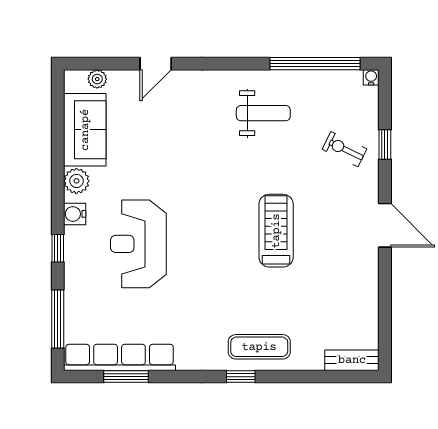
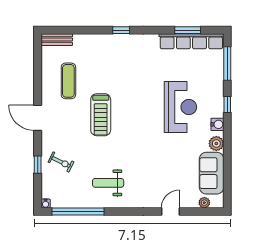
exercise mat: (259, 347) -> (68, 81), moved, turned 90

